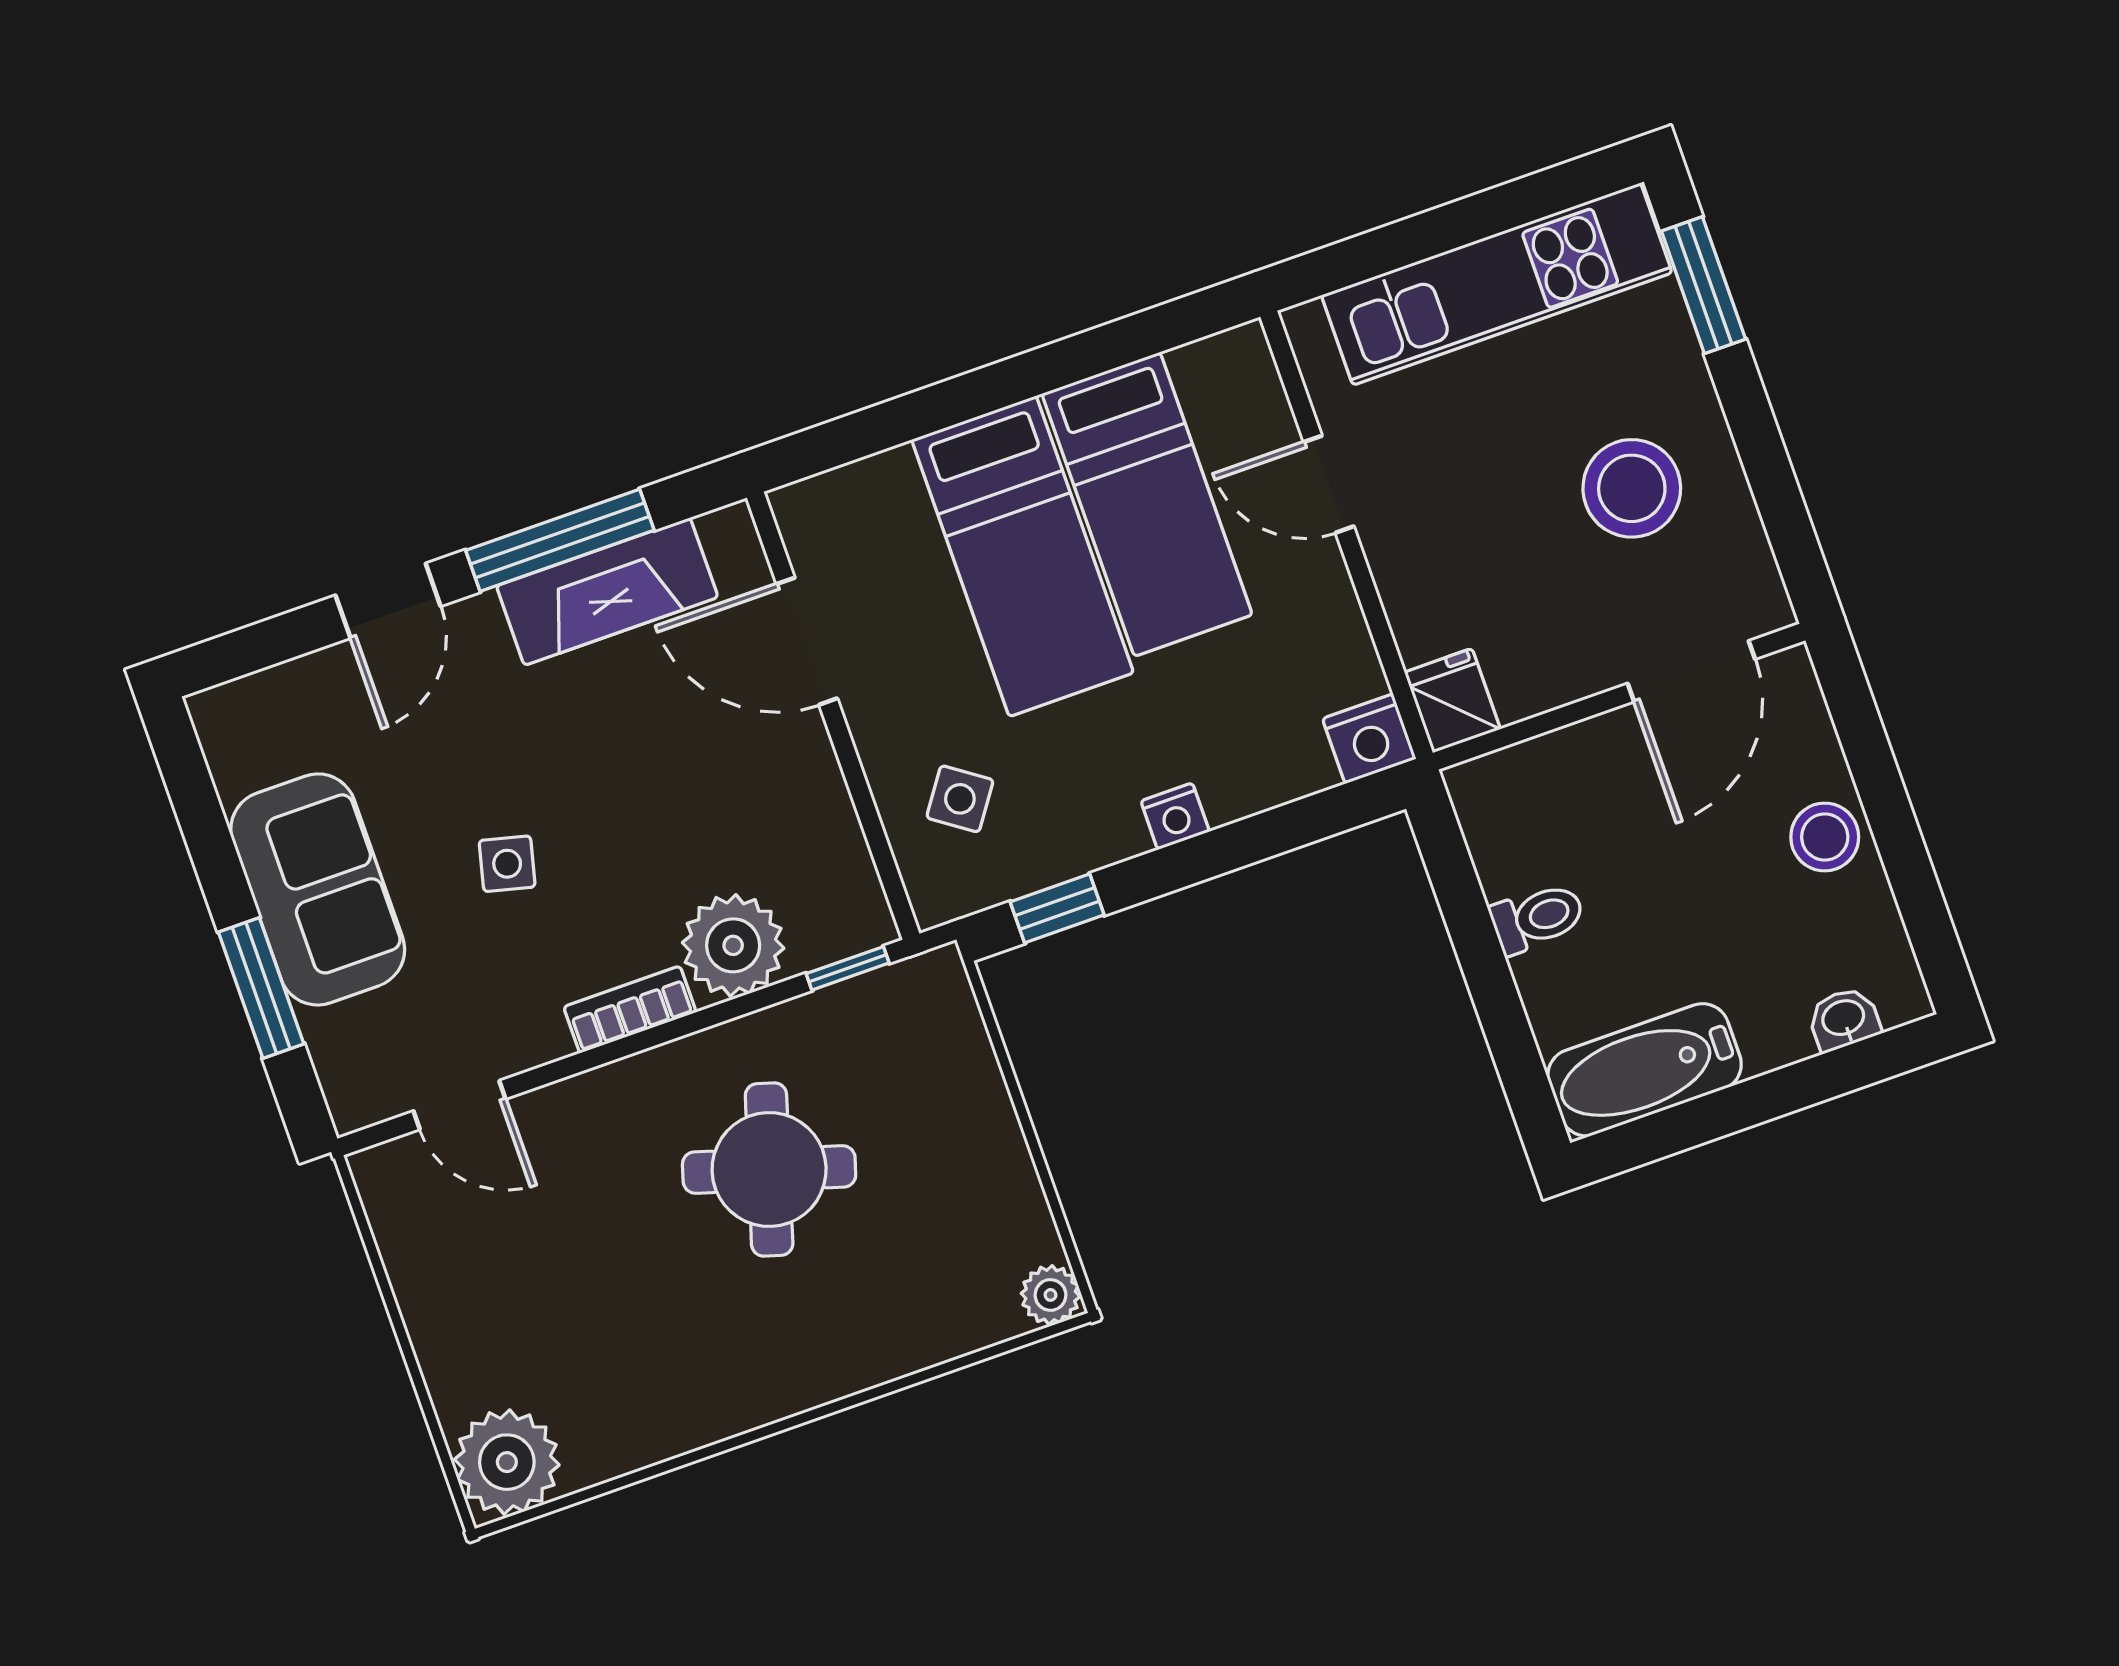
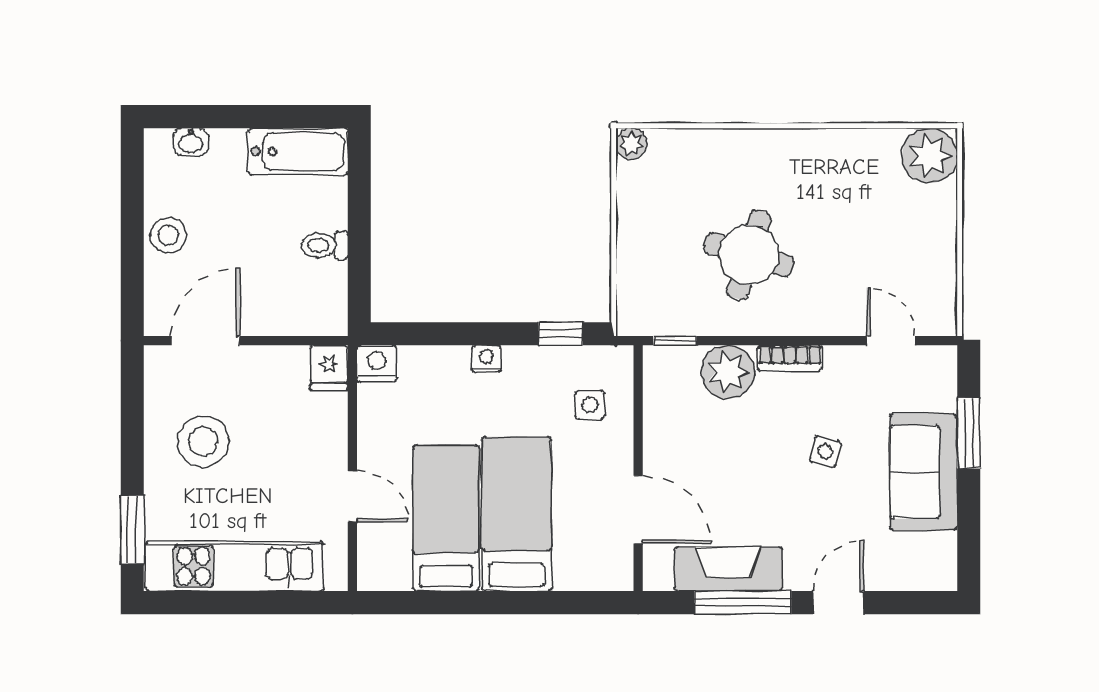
side table: (960, 799) -> (590, 405), turned -35

